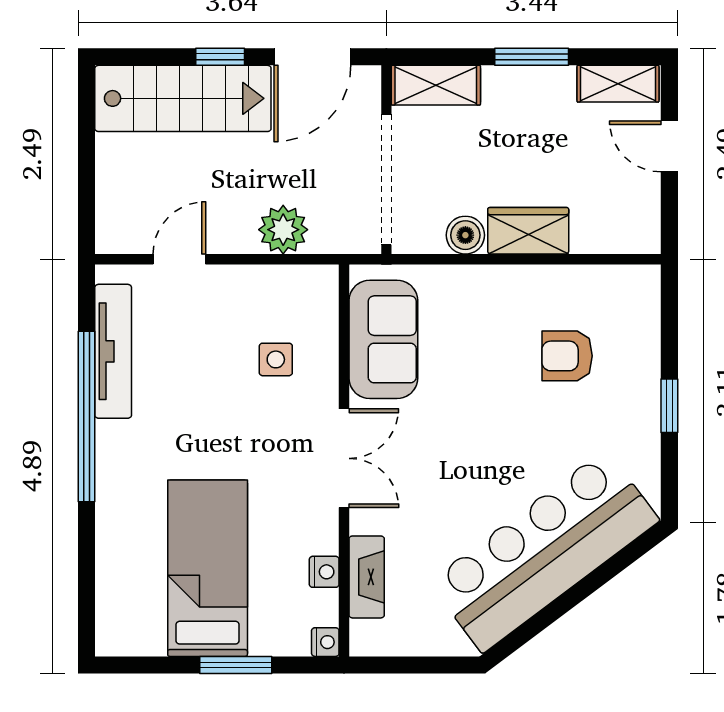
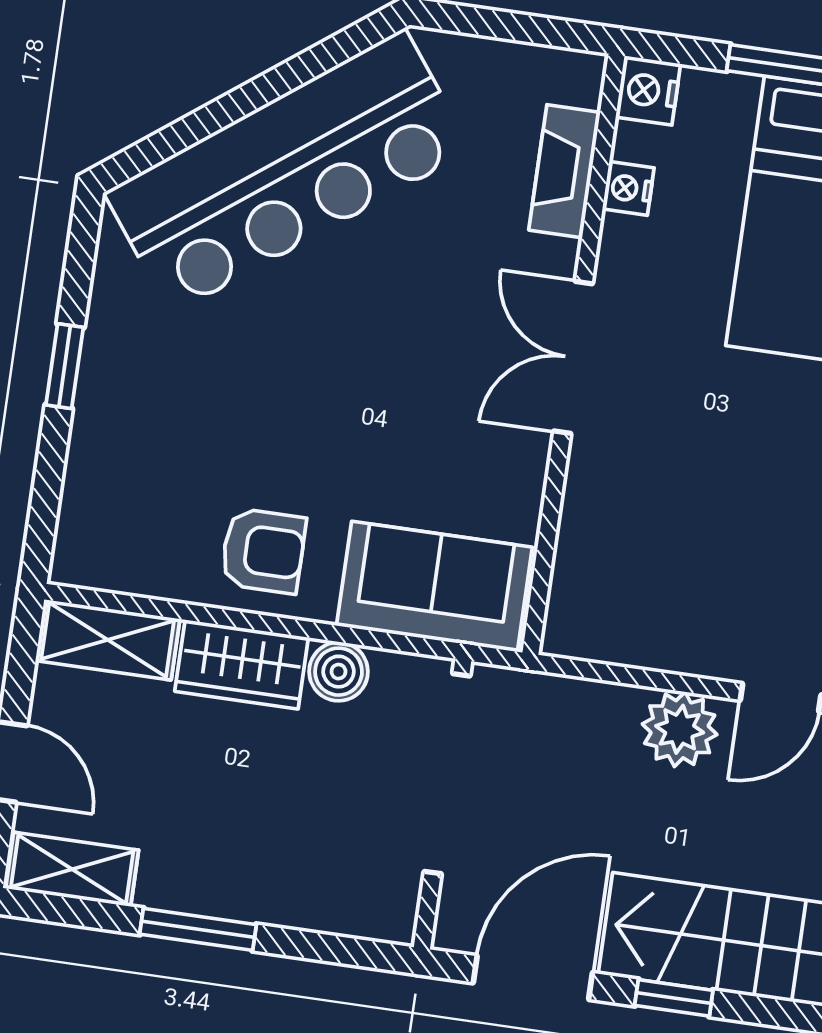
shelving: (436, 85) -> (108, 640), moved
plant: (283, 230) -> (680, 729), moved
sofa: (383, 339) -> (434, 586), moved, turned 90
armchair: (567, 356) -> (263, 551), moved
side table: (276, 359) -> (655, 523), removed
nightstand: (325, 642) -> (648, 90), width x1.39, depth x1.35

